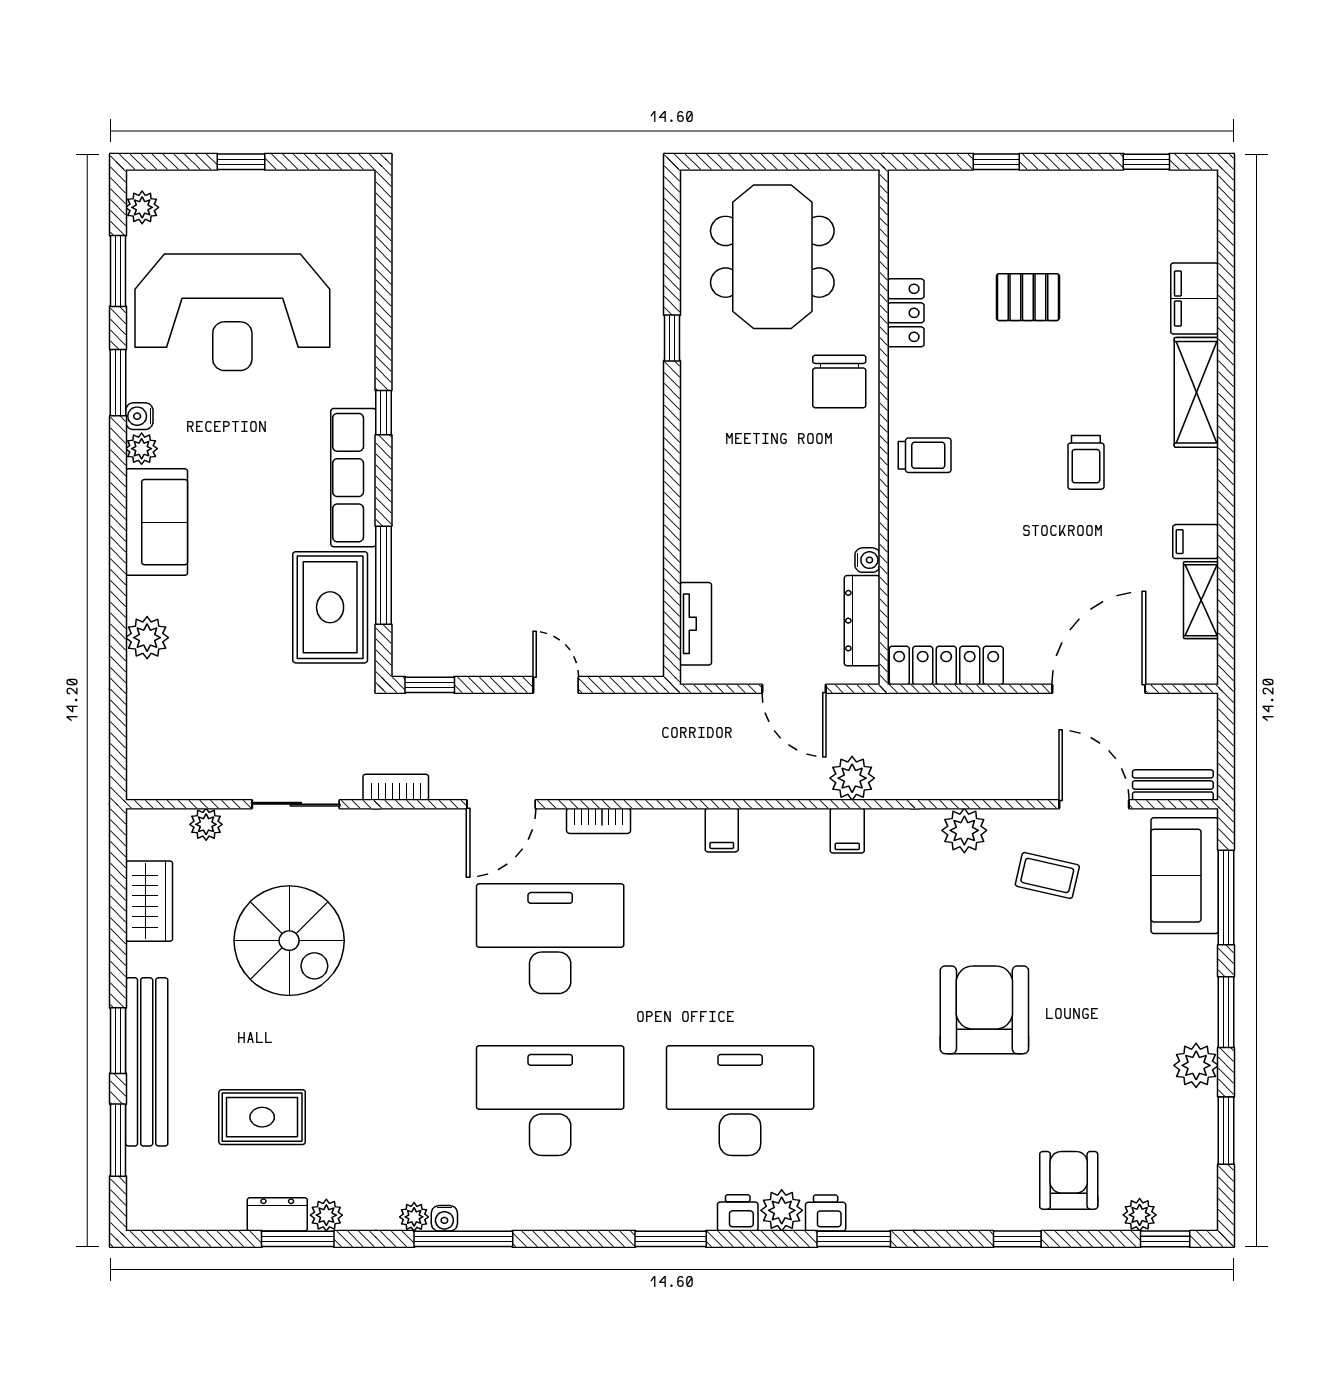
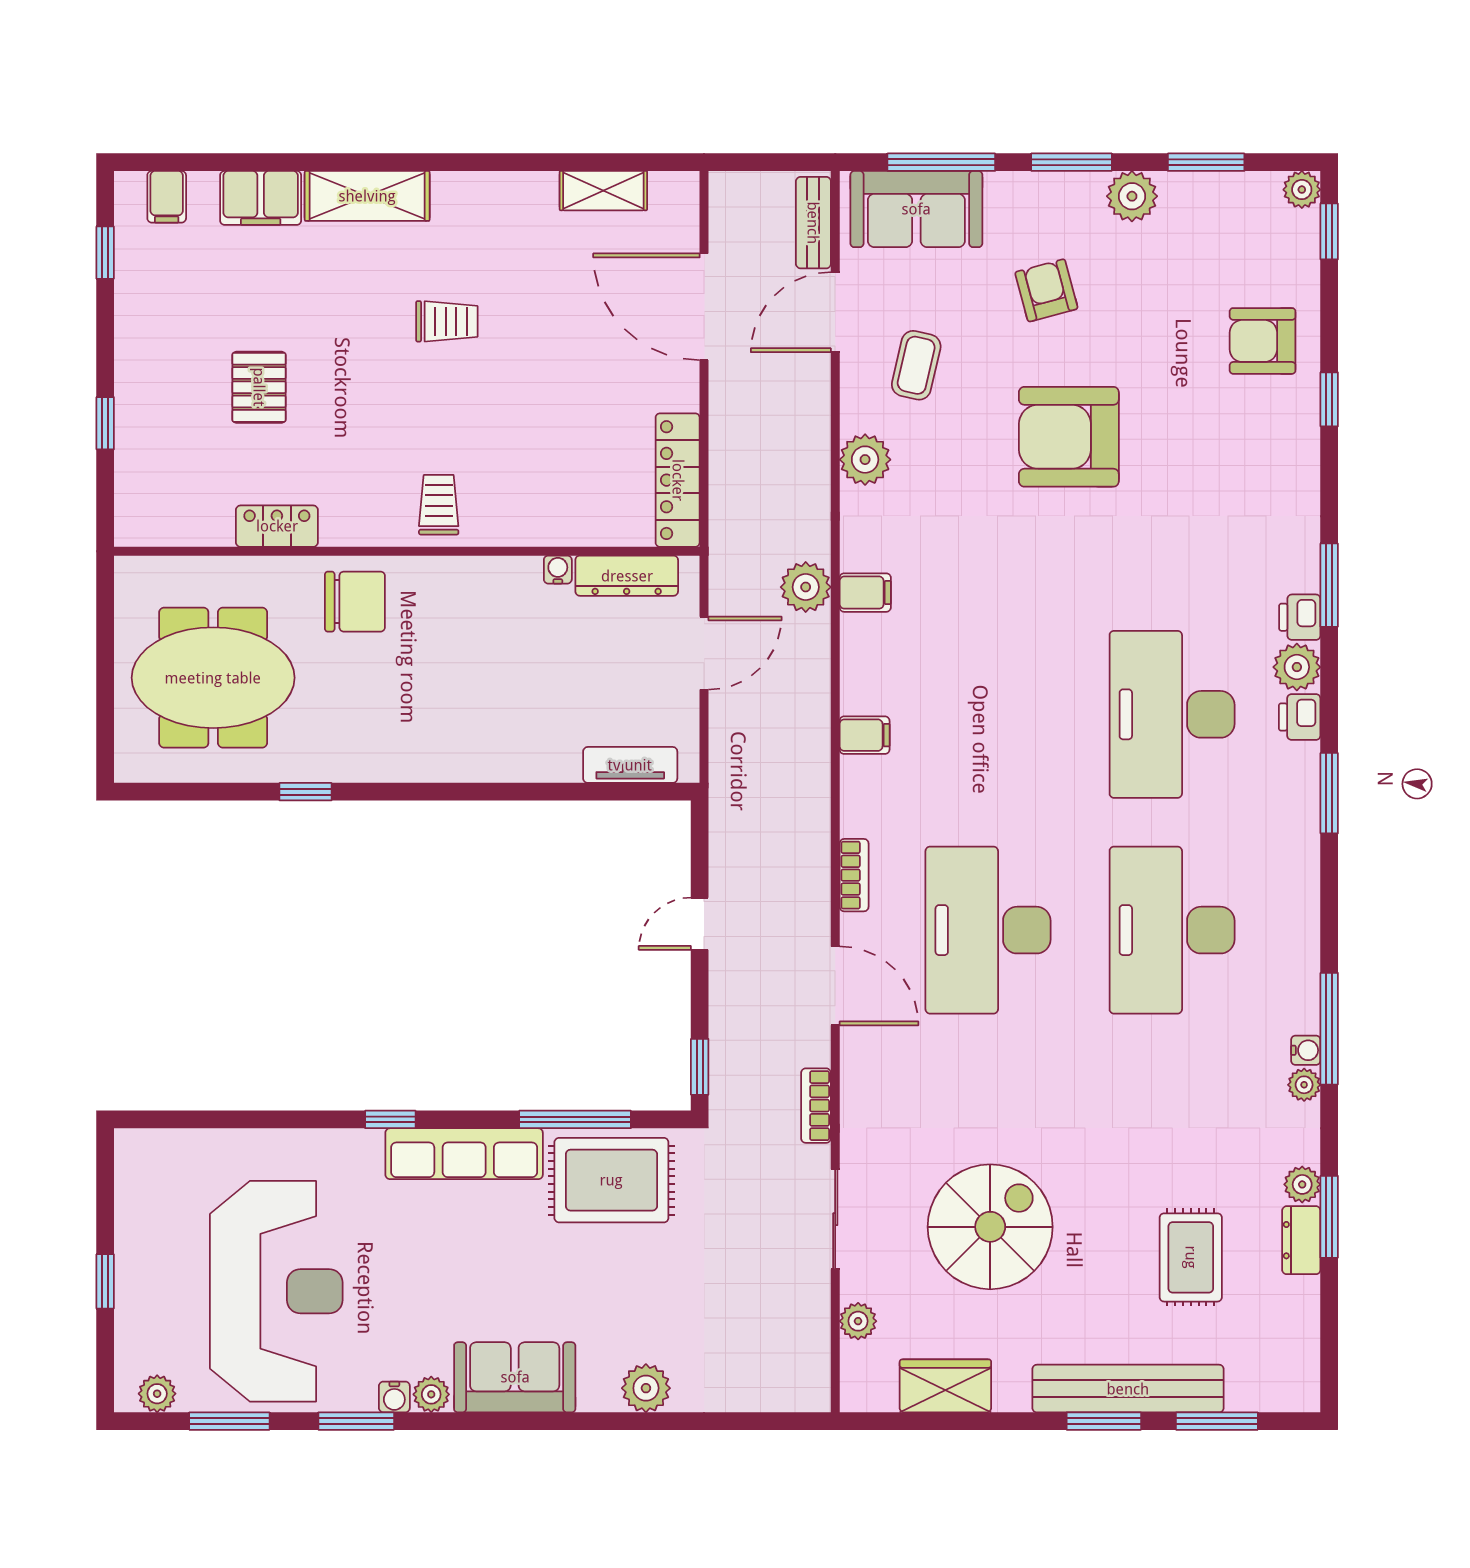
filing cabinet: (1196, 542) -> (167, 197), moved
armchair: (1113, 990) -> (1046, 290), added
plant: (1140, 1215) -> (1302, 190), moved

